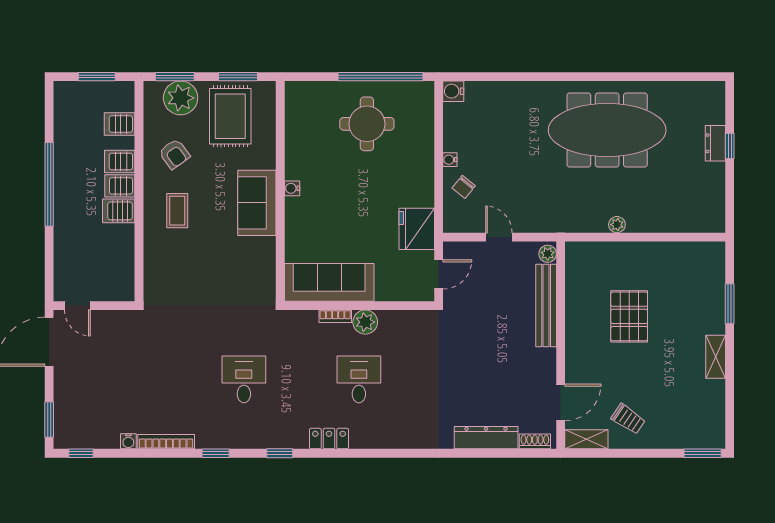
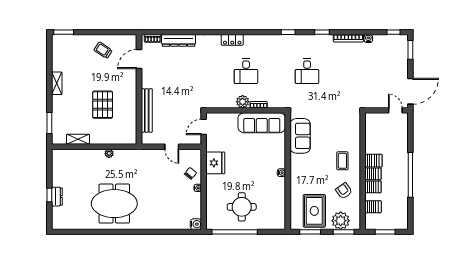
meeting table: (607, 130) -> (114, 204), width x0.73
sofa: (257, 203) -> (300, 136), moved
fridge: (417, 229) -> (215, 163), moved
plant: (548, 254) -> (146, 138), removed
window: (730, 304) -> (49, 123), moved
locker: (329, 439) -> (232, 40), moved
shelving: (586, 439) -> (78, 139), moved

